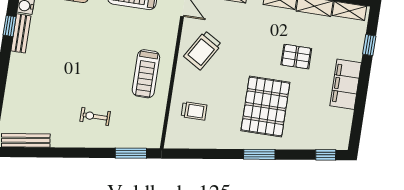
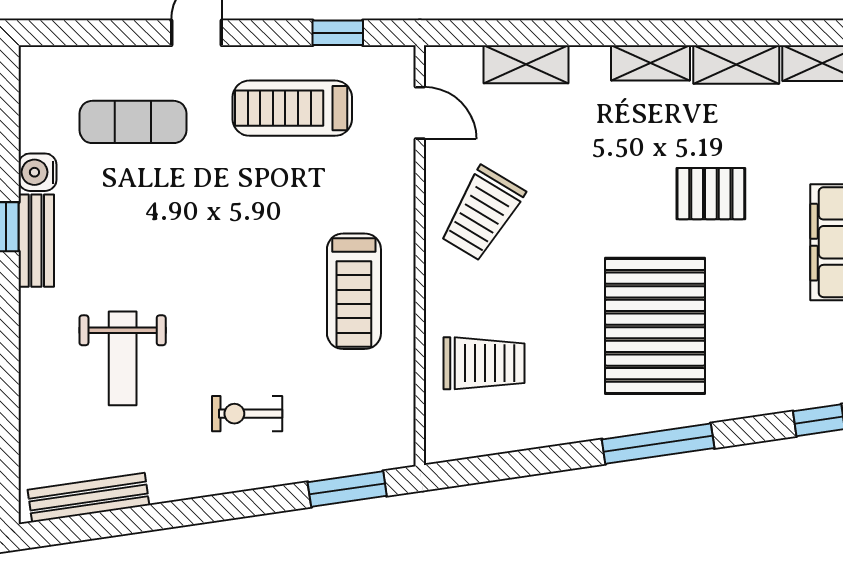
weight bench: (48, 86) -> (123, 358), added
trolley: (194, 111) -> (484, 363), width x1.36, depth x1.39
window: (259, 154) -> (658, 444), width x1.44

